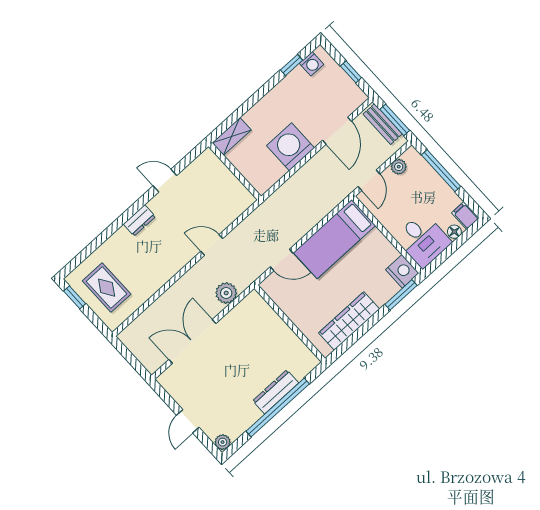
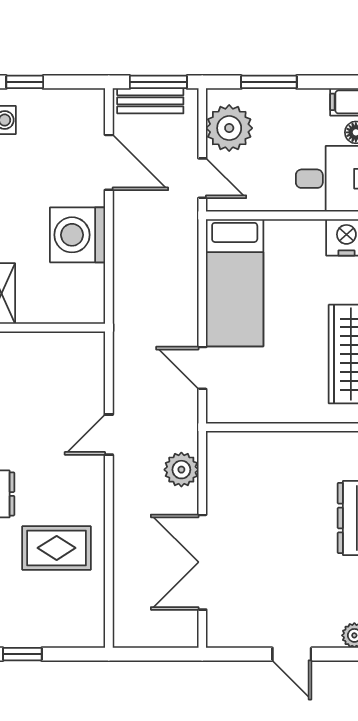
window: (351, 72) -> (25, 82), moved
plant: (399, 167) -> (229, 128), width x1.88, depth x1.88
window: (441, 171) -> (269, 82), width x0.69
door: (282, 260) -> (202, 368), swing flipped
rug: (107, 288) -> (57, 548), moved

